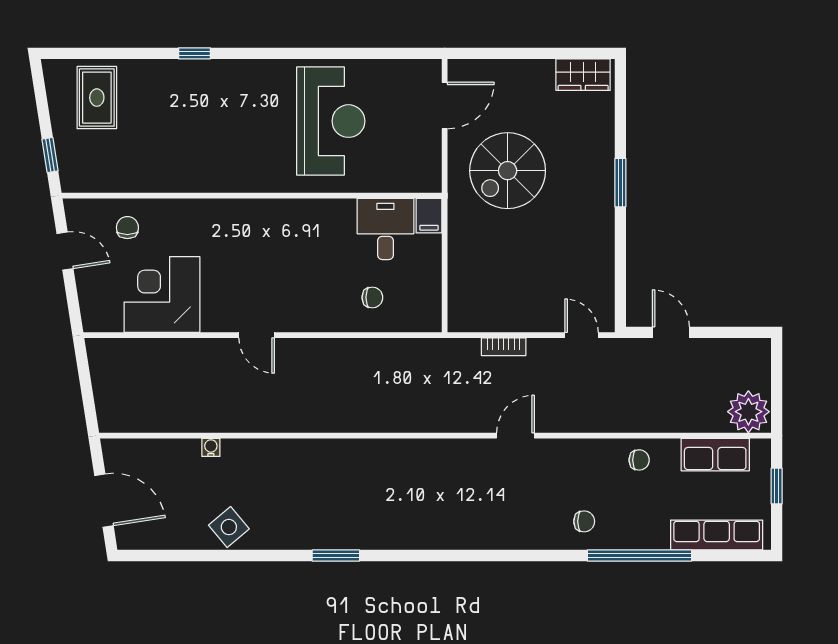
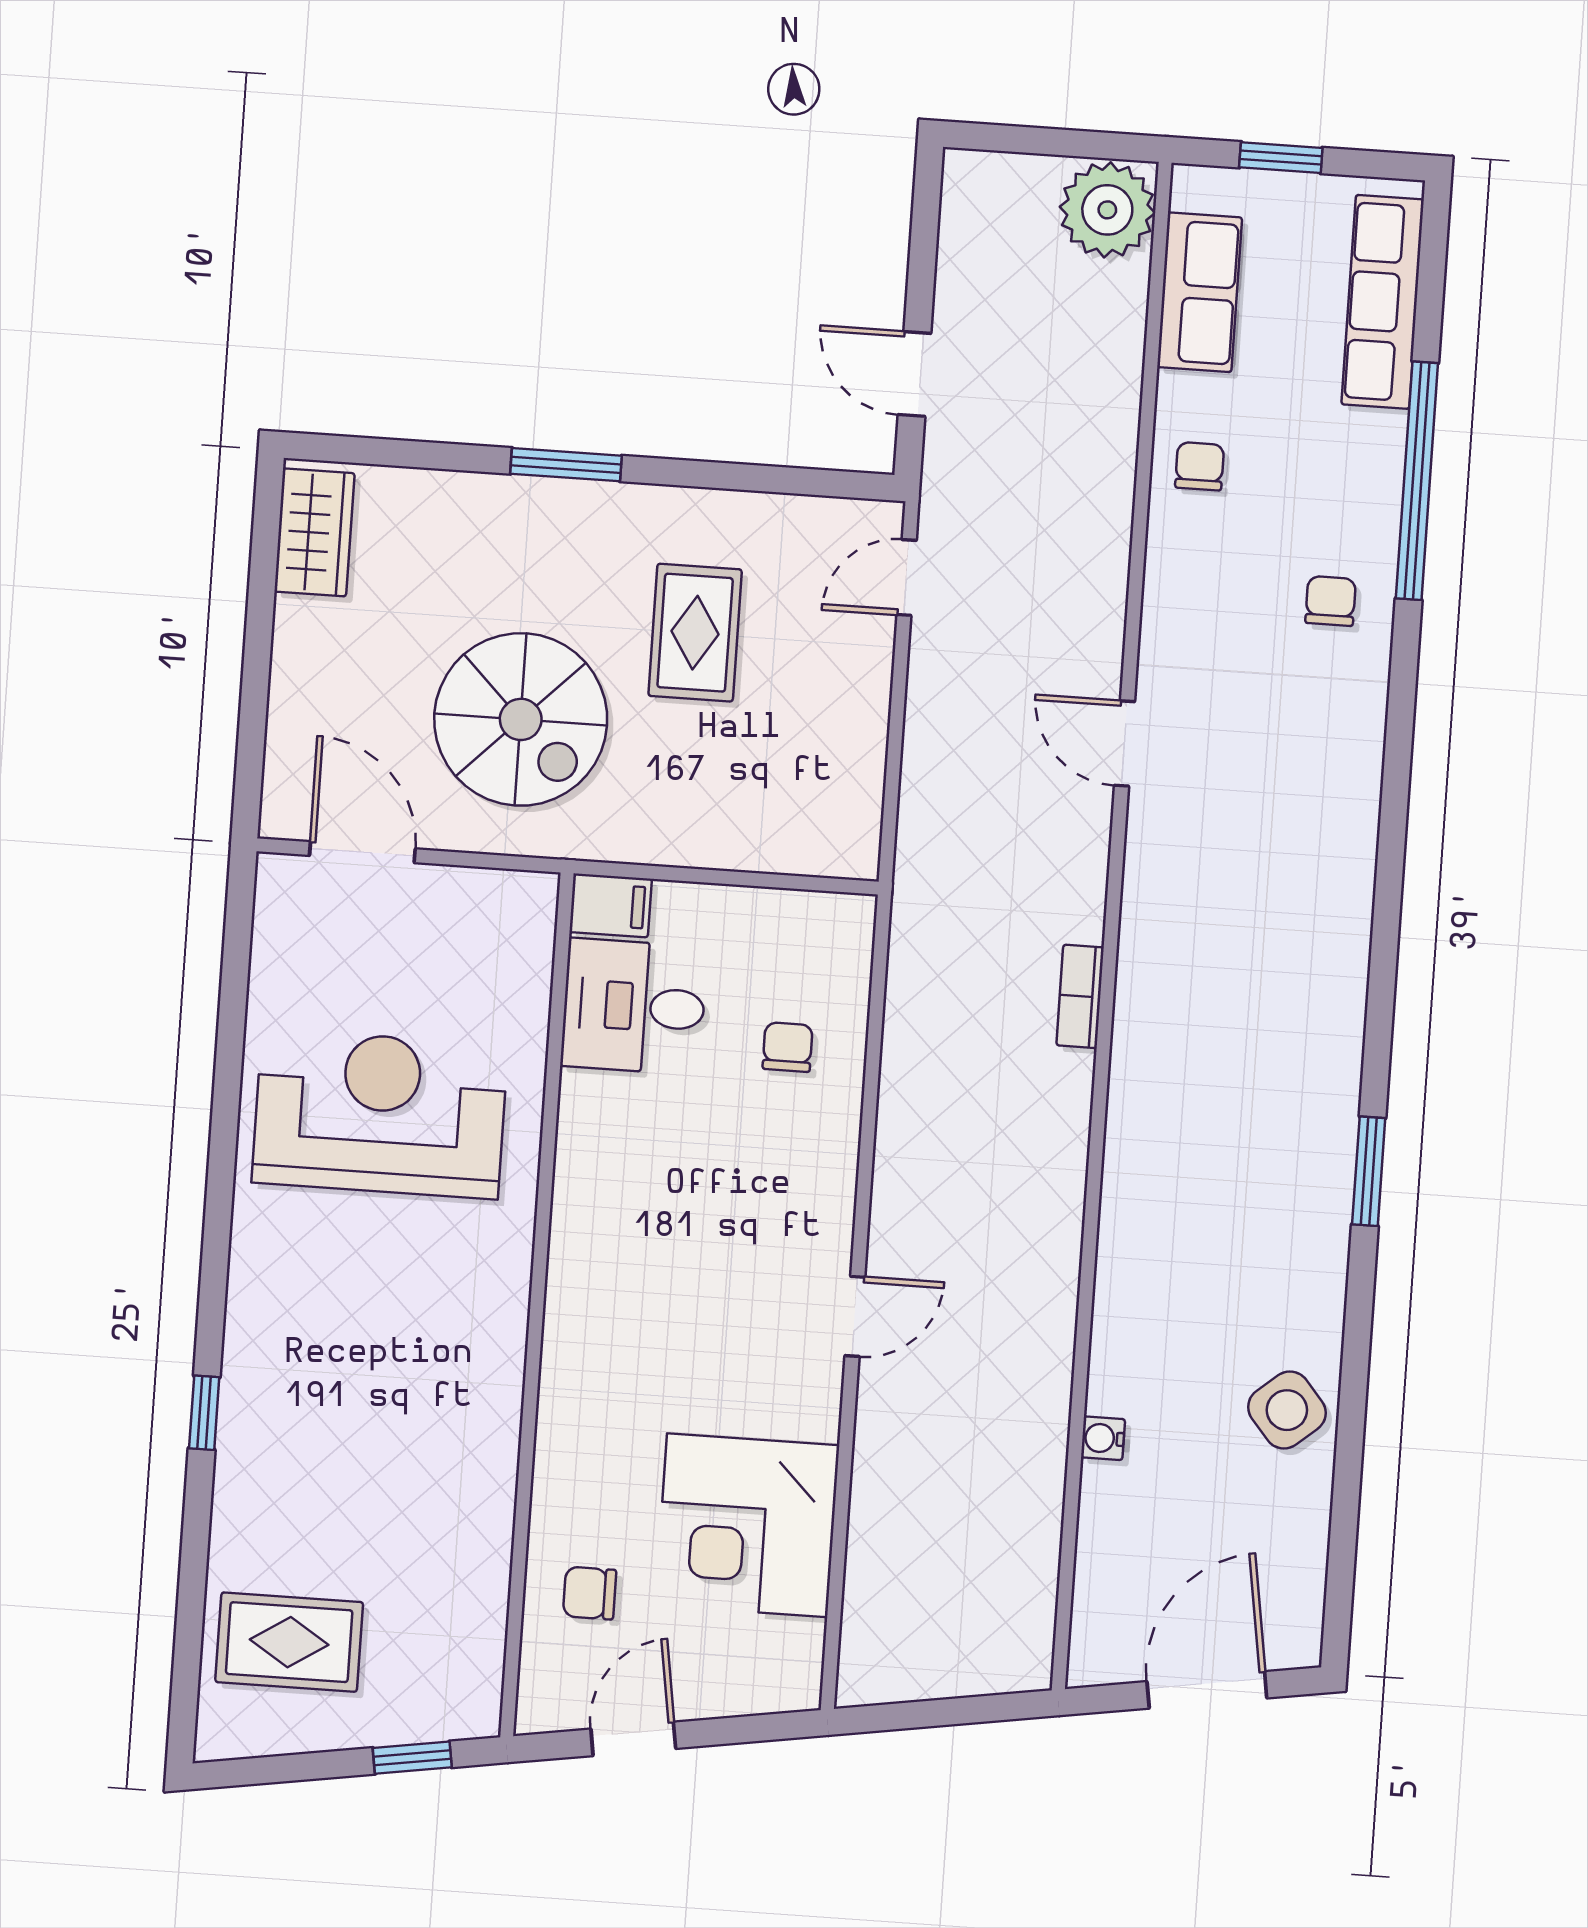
rug: (551, 244) -> (695, 633), added
door: (671, 332) -> (914, 374), hinge flipped
bookcase: (504, 347) -> (1080, 996), moved, turned 180

